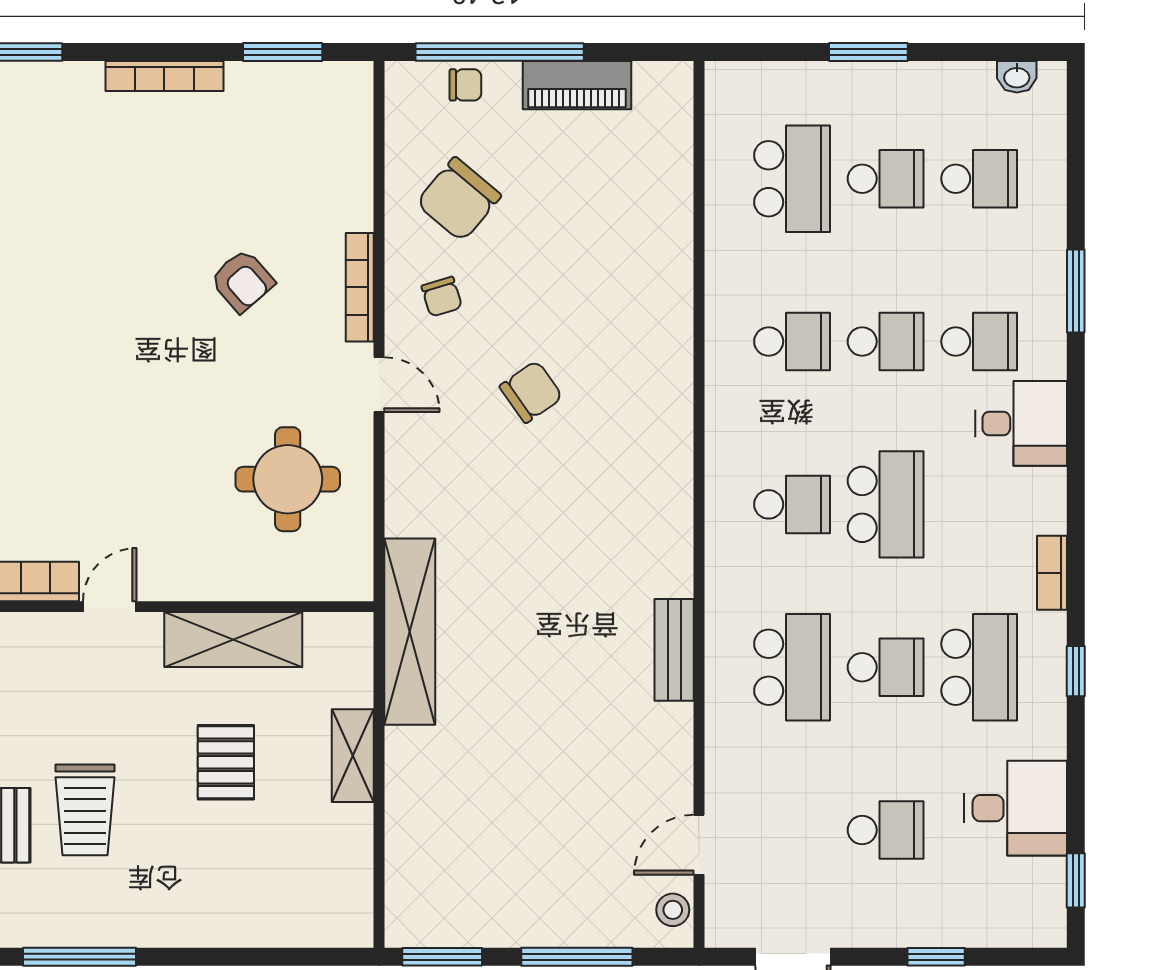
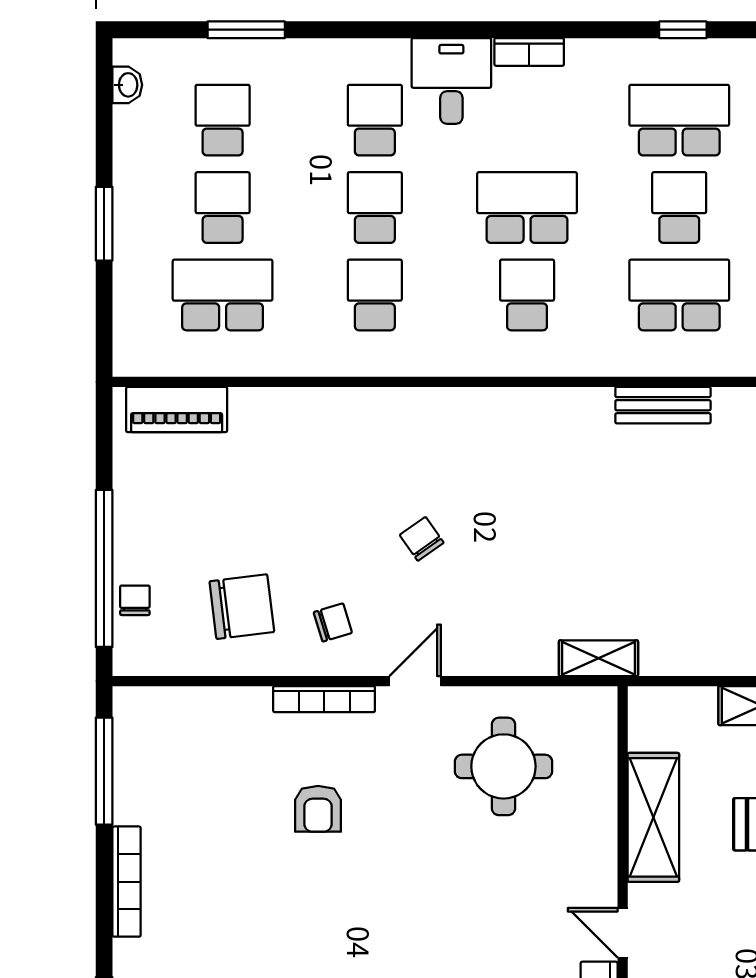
window: (283, 52) -> (104, 771), width x1.44
piano: (577, 85) -> (177, 410), moved, turned 90
chair: (459, 199) -> (242, 607), turned -47
armchair: (242, 281) -> (318, 809), turned 131
window: (1076, 291) -> (246, 30), moved
chair: (531, 392) -> (422, 539), width x0.73, depth x0.73
bookcase: (1052, 573) -> (529, 52), moved
shelving: (410, 632) -> (598, 658), width x0.45, depth x0.75

